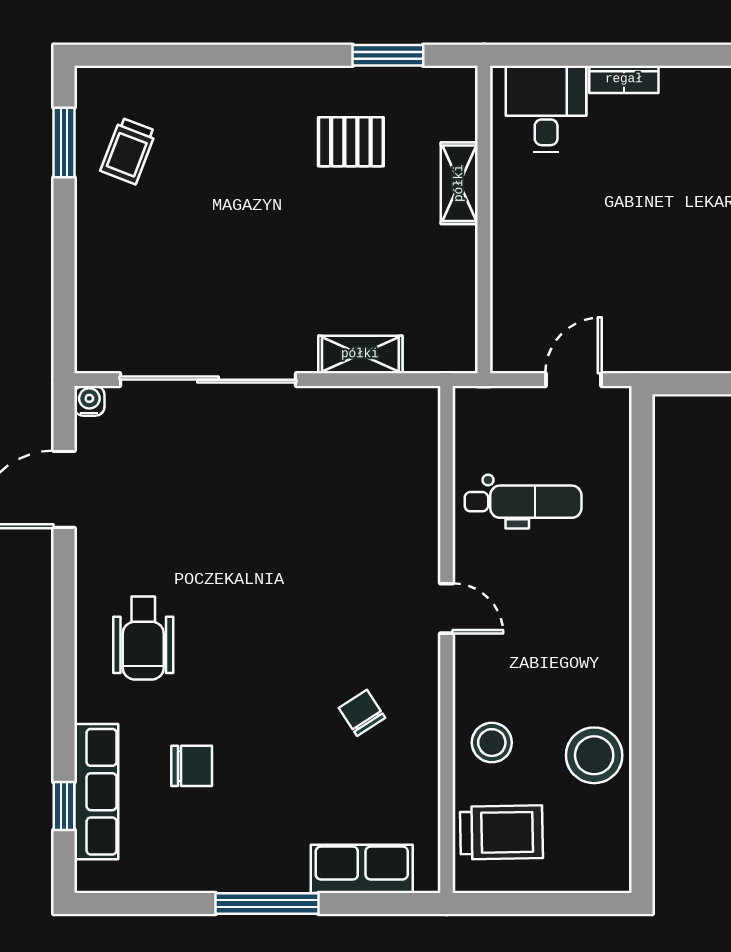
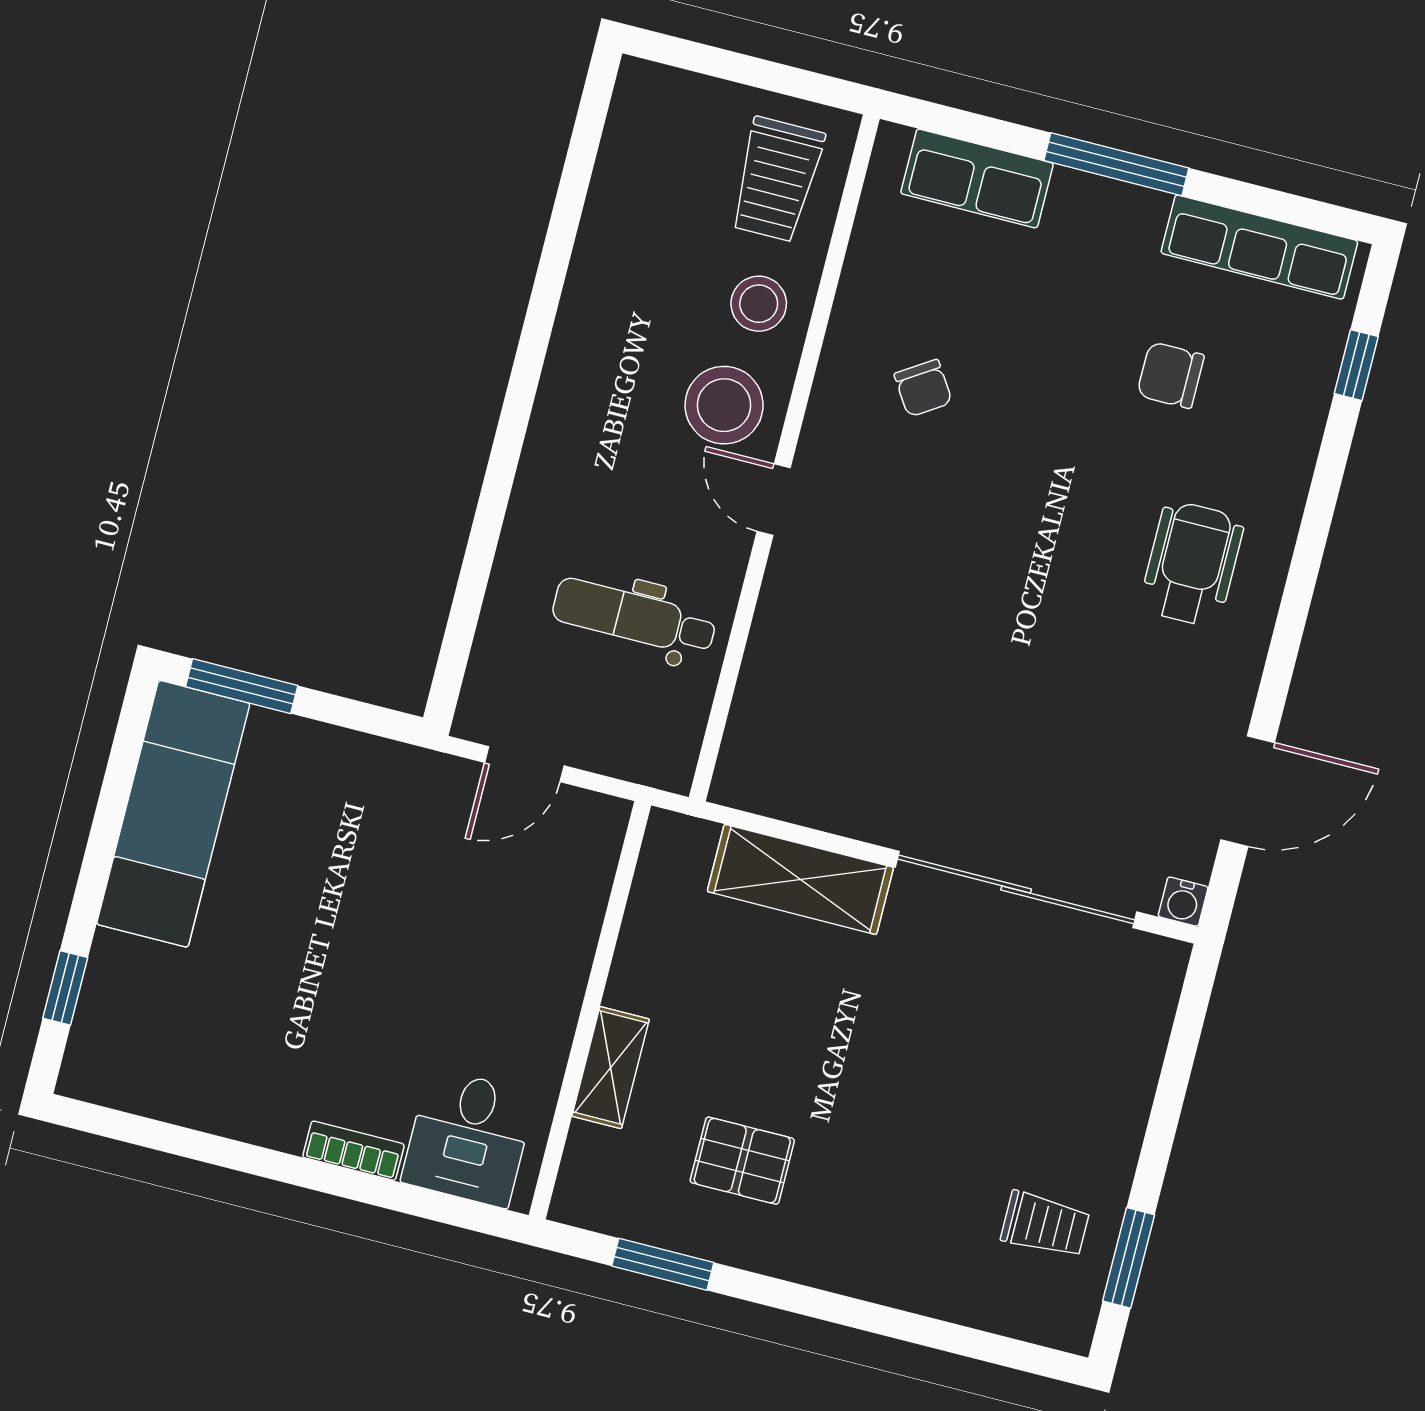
trolley: (128, 151) -> (1045, 1225), turned 69
shelving: (360, 354) -> (800, 879), width x1.50, depth x1.33
stool: (594, 755) -> (724, 405), moved
row of seats: (96, 792) -> (1259, 247), moved, turned -90
trolley: (501, 832) -> (777, 179), turned -89

